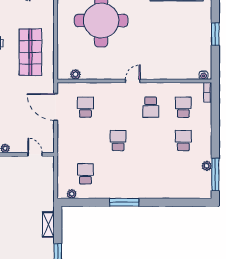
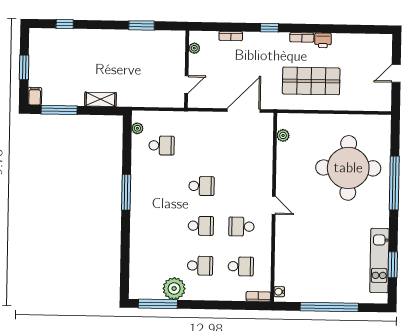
window: (215, 34) -> (329, 307), width x2.11
school desk: (85, 107) -> (201, 226), moved
plant: (207, 166) -> (174, 289), width x1.87, depth x1.87

